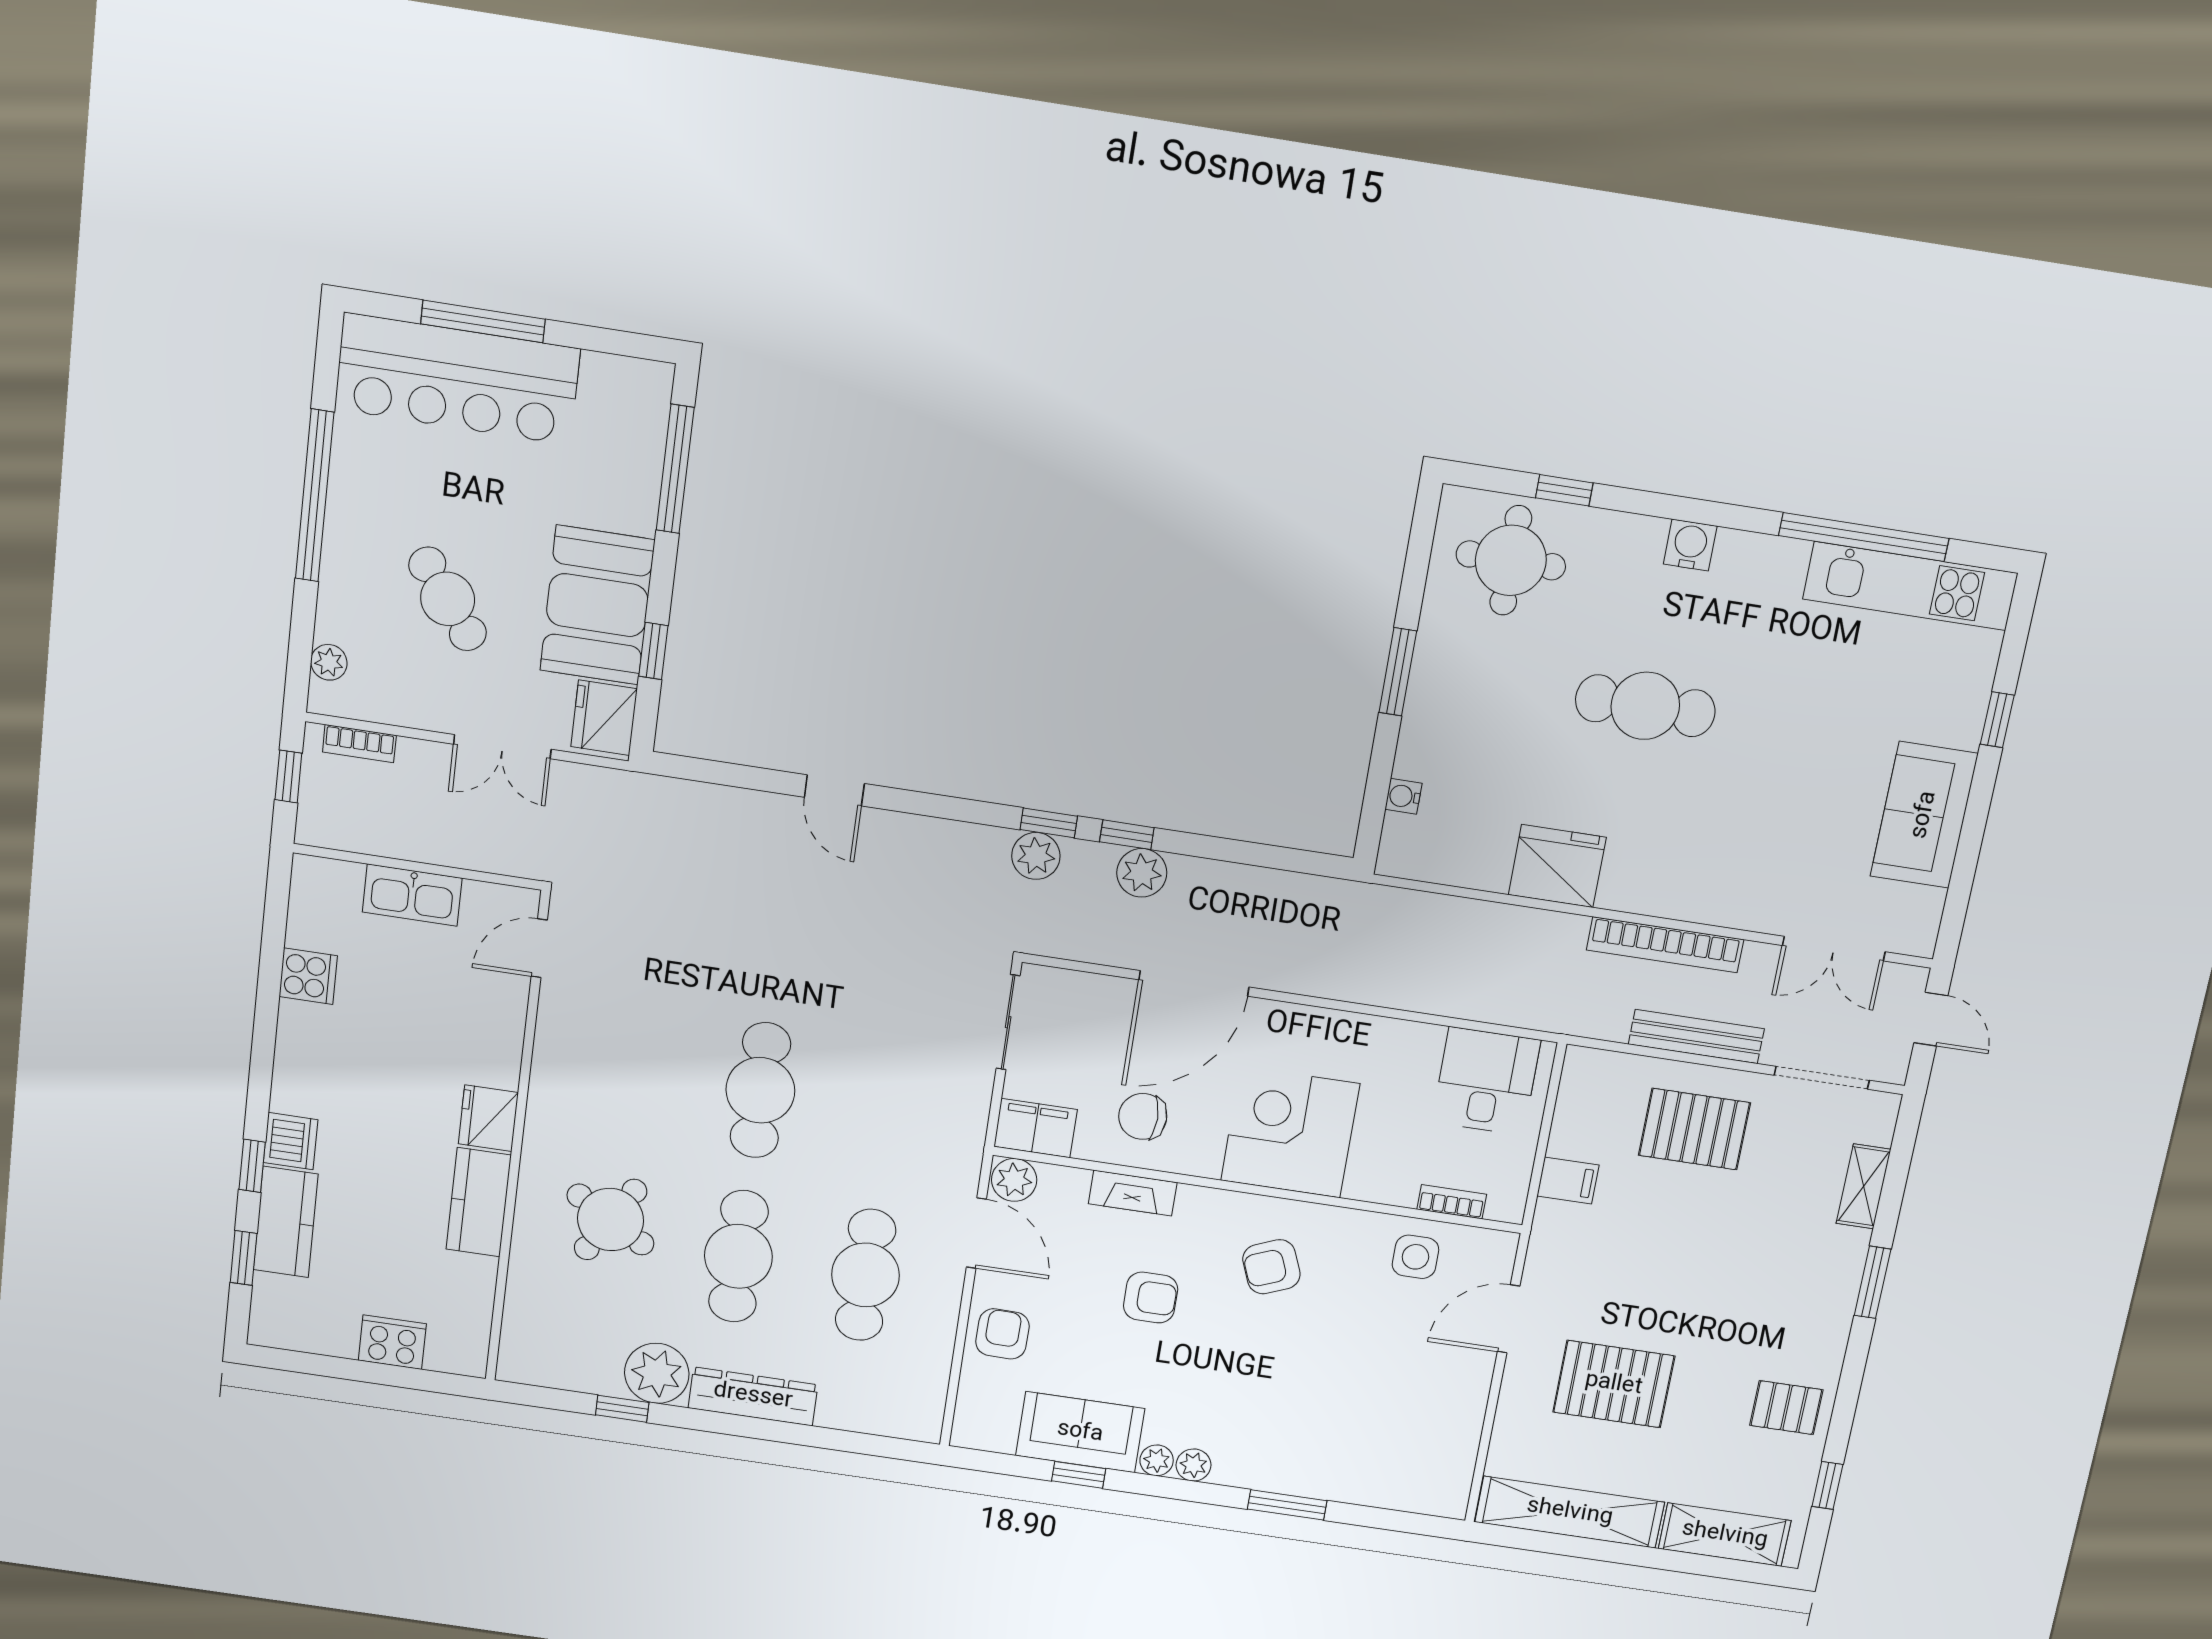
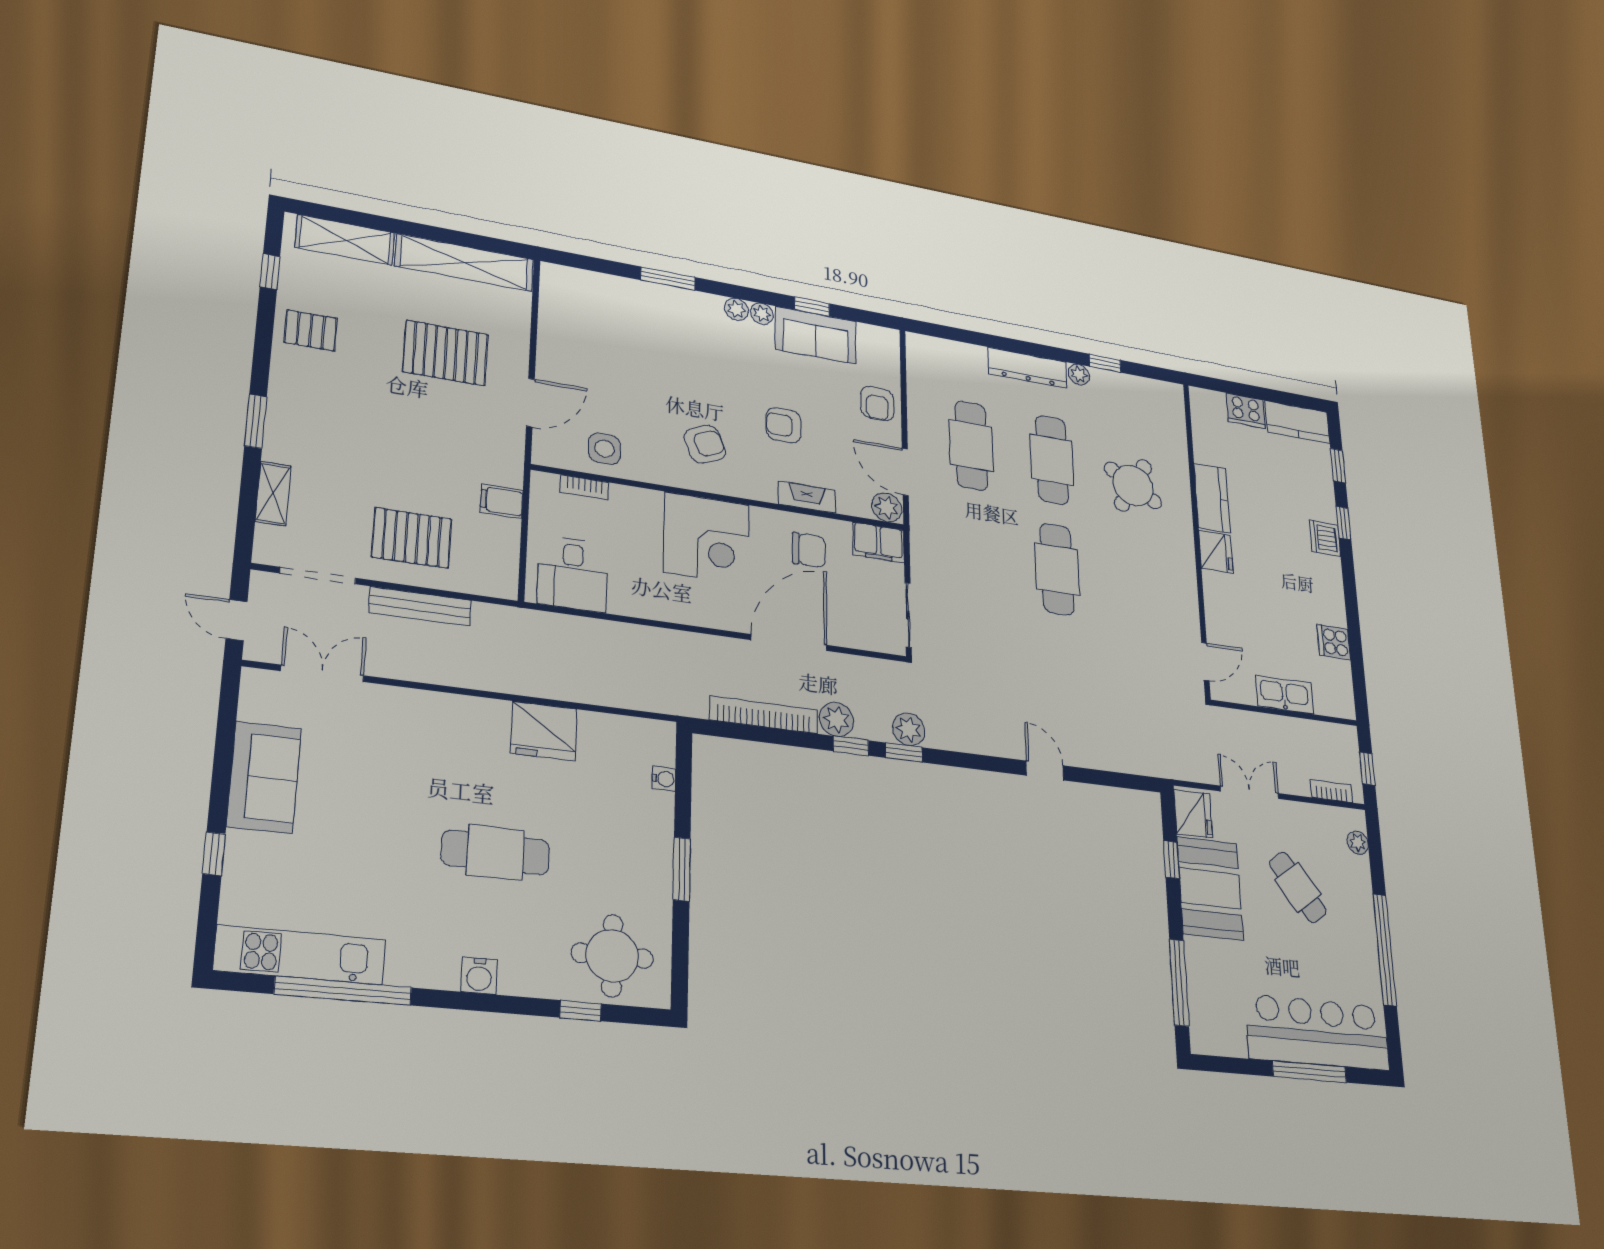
bookcase: (1665, 945) -> (764, 715), moved
kitchen counter: (286, 1222) -> (1297, 422), moved, turned -90
plant: (657, 1373) -> (1079, 375), width x0.53, depth x0.53

